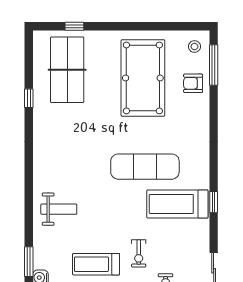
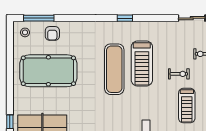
window: (214, 202) -> (125, 18), moved
treadmill: (177, 204) -> (142, 63), moved

